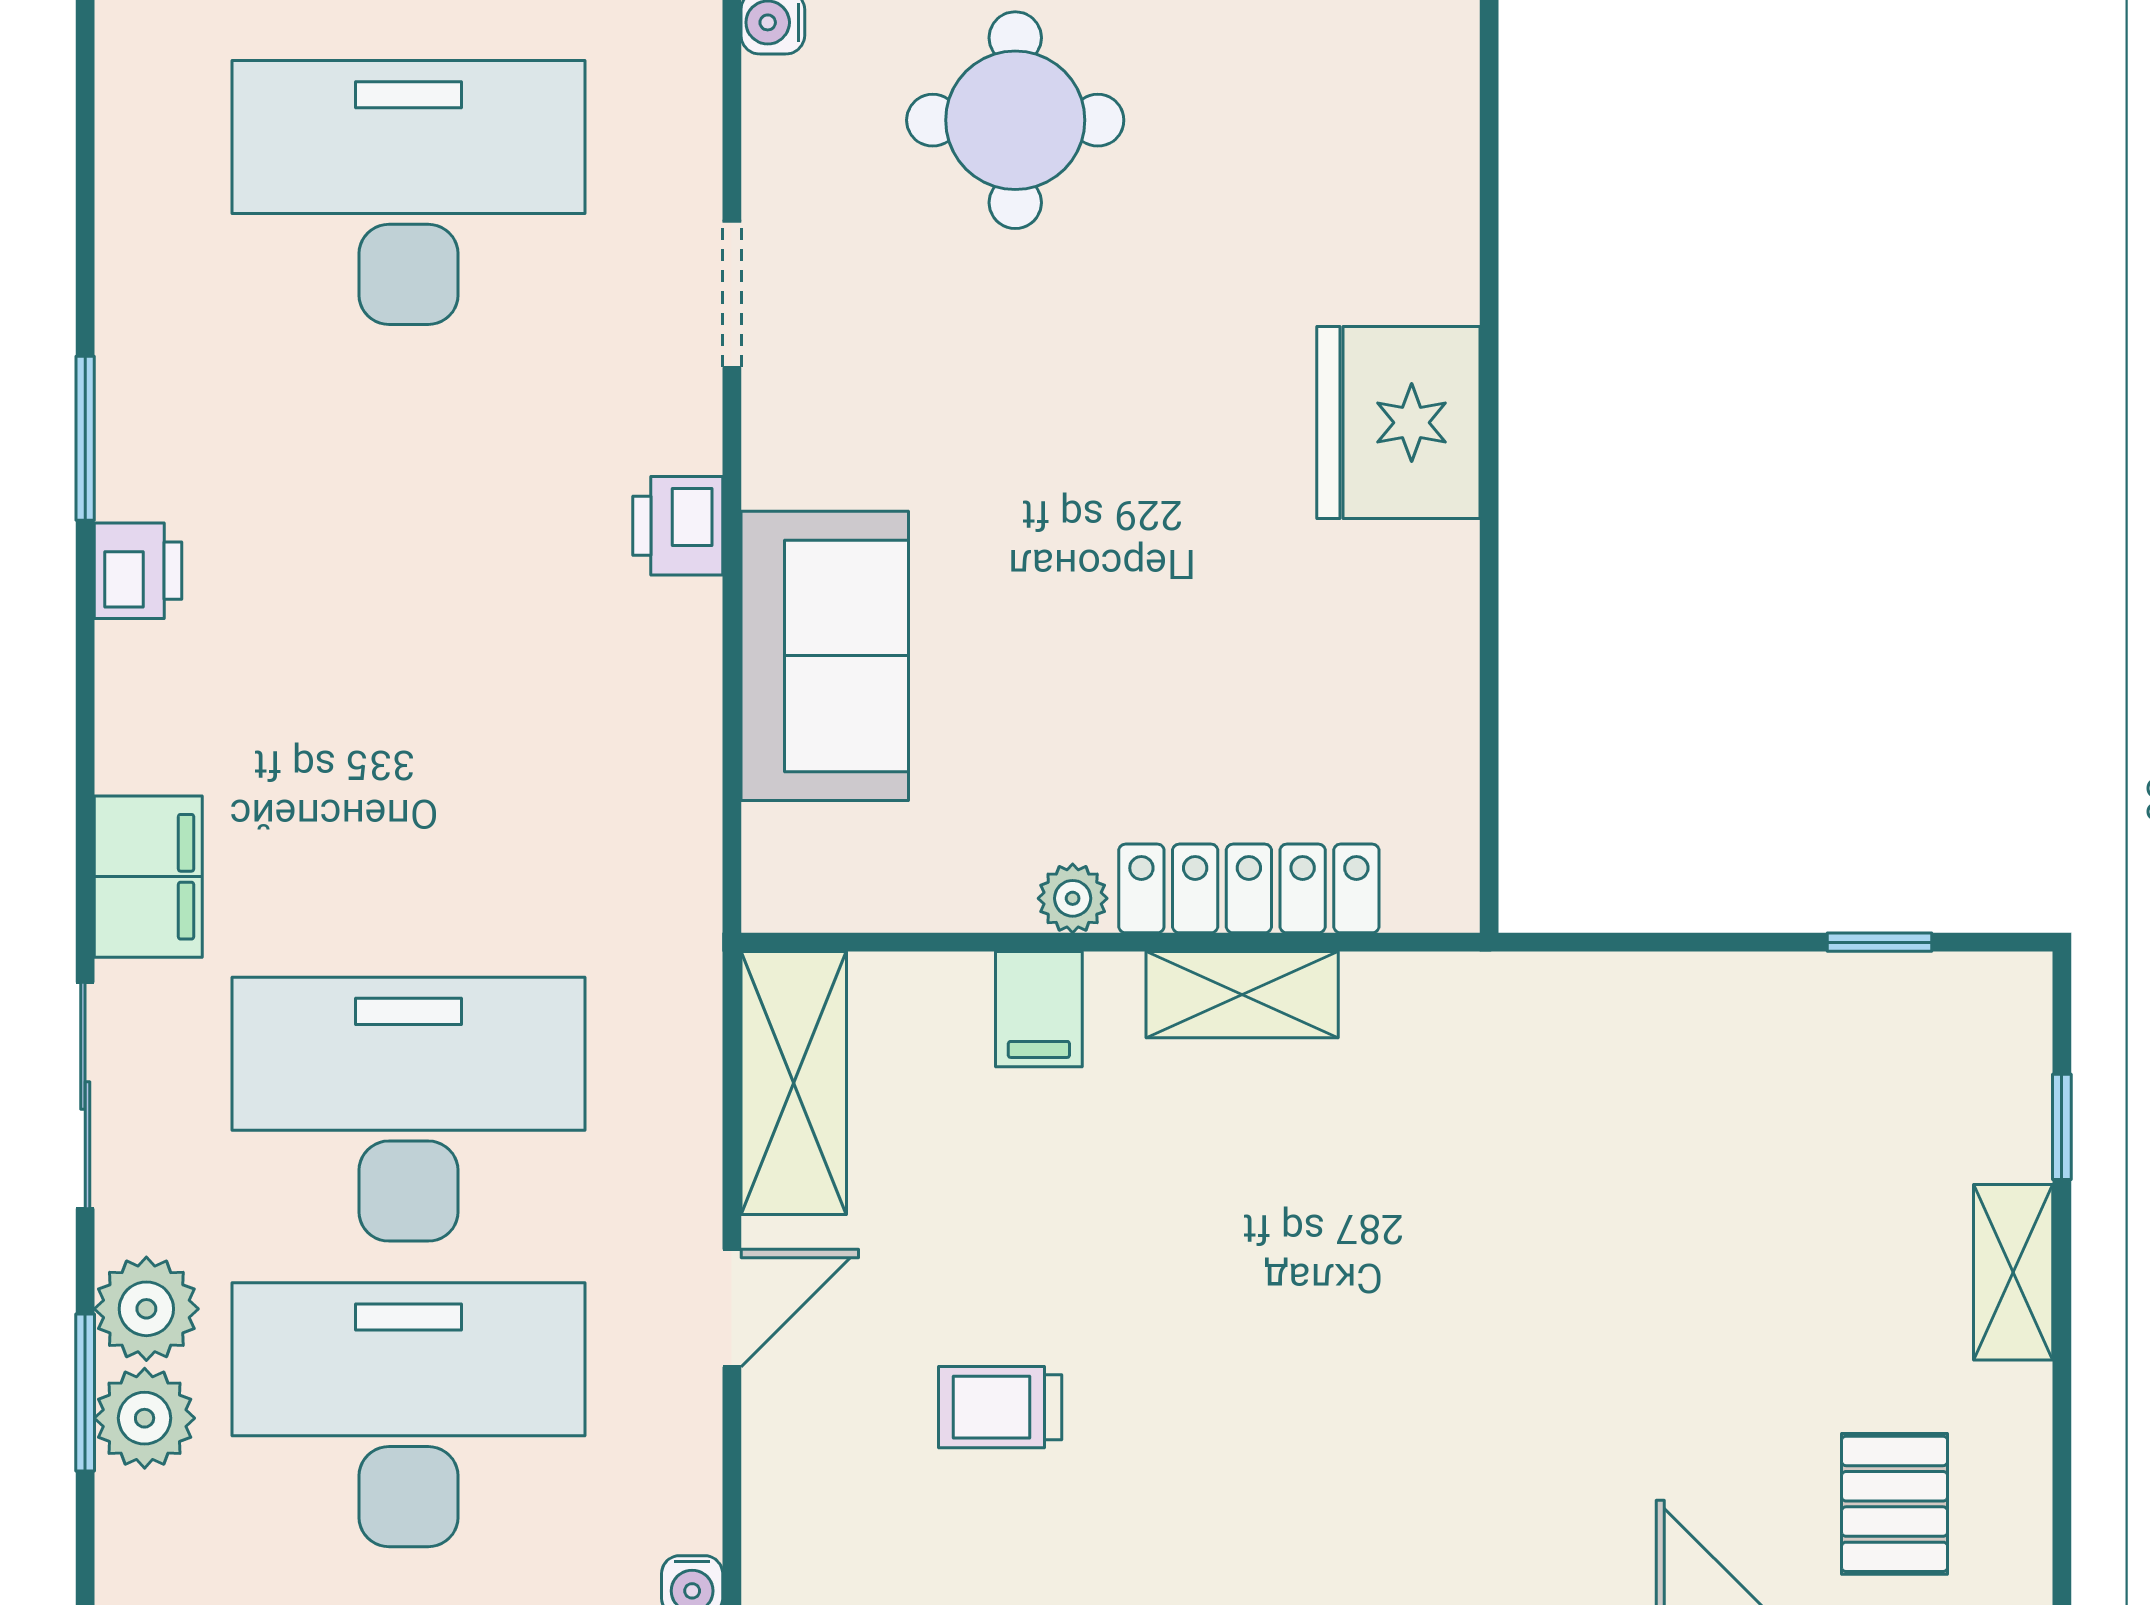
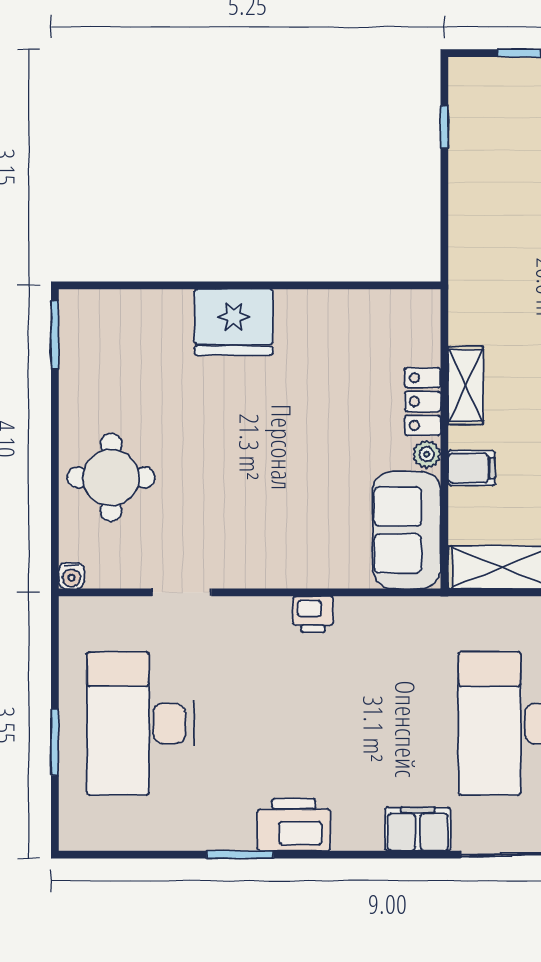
printer: (678, 526) -> (313, 614), moved
printer: (138, 571) -> (294, 825), width x1.87, depth x1.48
sofa: (825, 656) -> (407, 530), moved, turned -90
locker: (1249, 888) -> (423, 402), width x0.66

